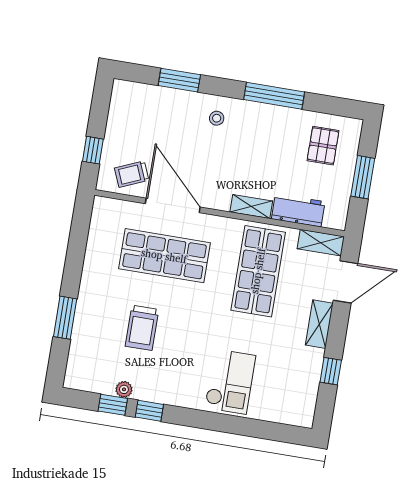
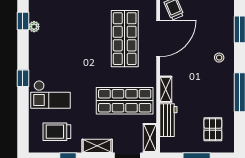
pallet: (323, 146) -> (213, 129), turned 90
trolley: (142, 328) -> (57, 132), moved
window: (149, 411) -> (23, 78), moved

